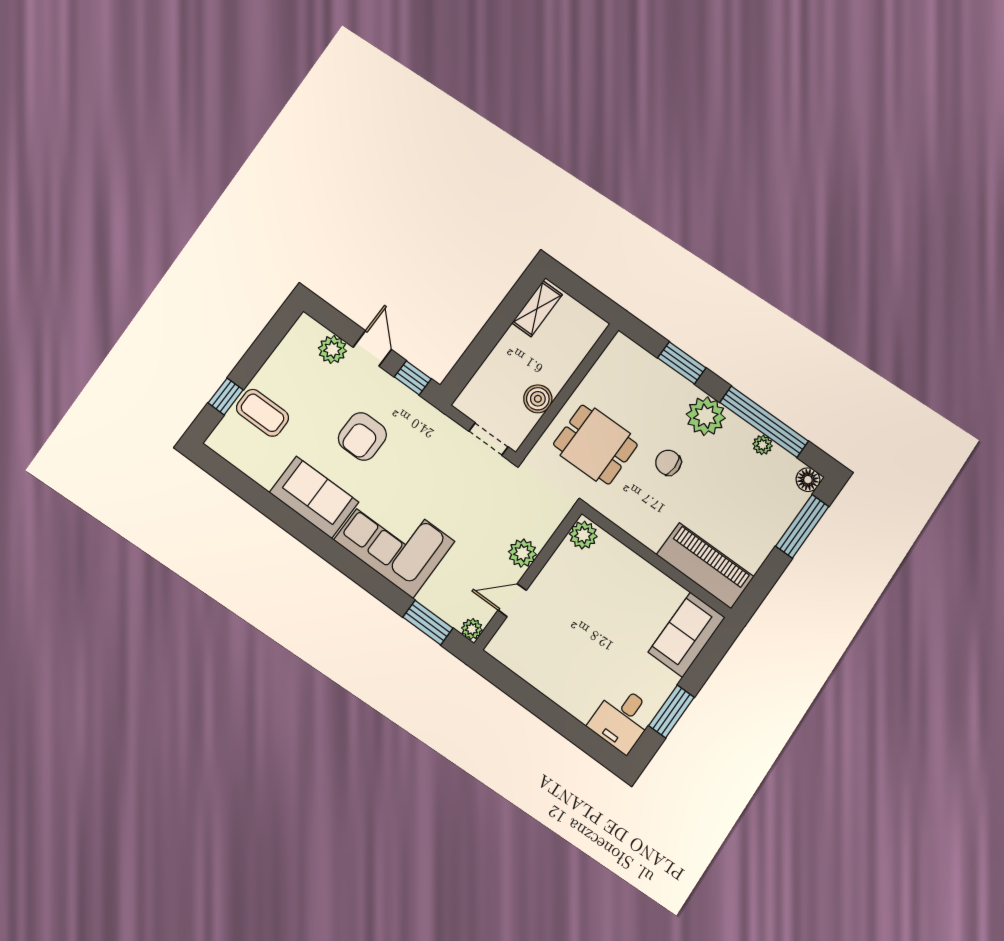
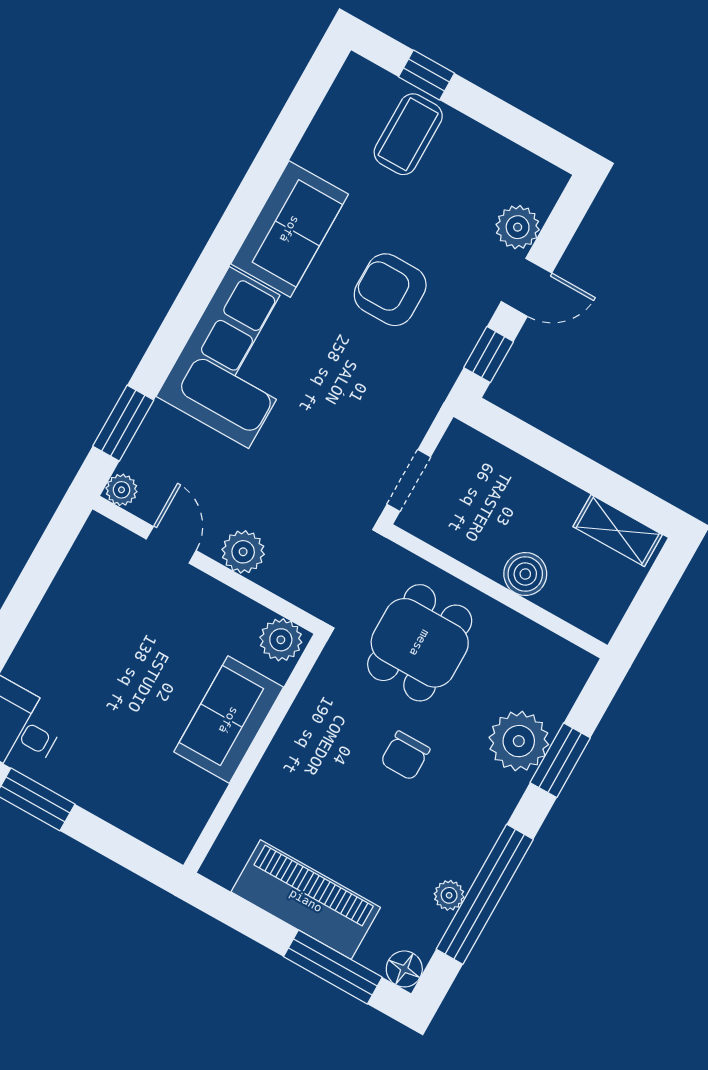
boiler: (538, 399) -> (525, 574), moved
plant: (706, 416) -> (519, 741), moved
chair: (668, 463) -> (405, 756), turned 180
piano: (705, 566) -> (306, 900), moved, turned -90
sofa: (687, 635) -> (229, 720), moved, turned -90

